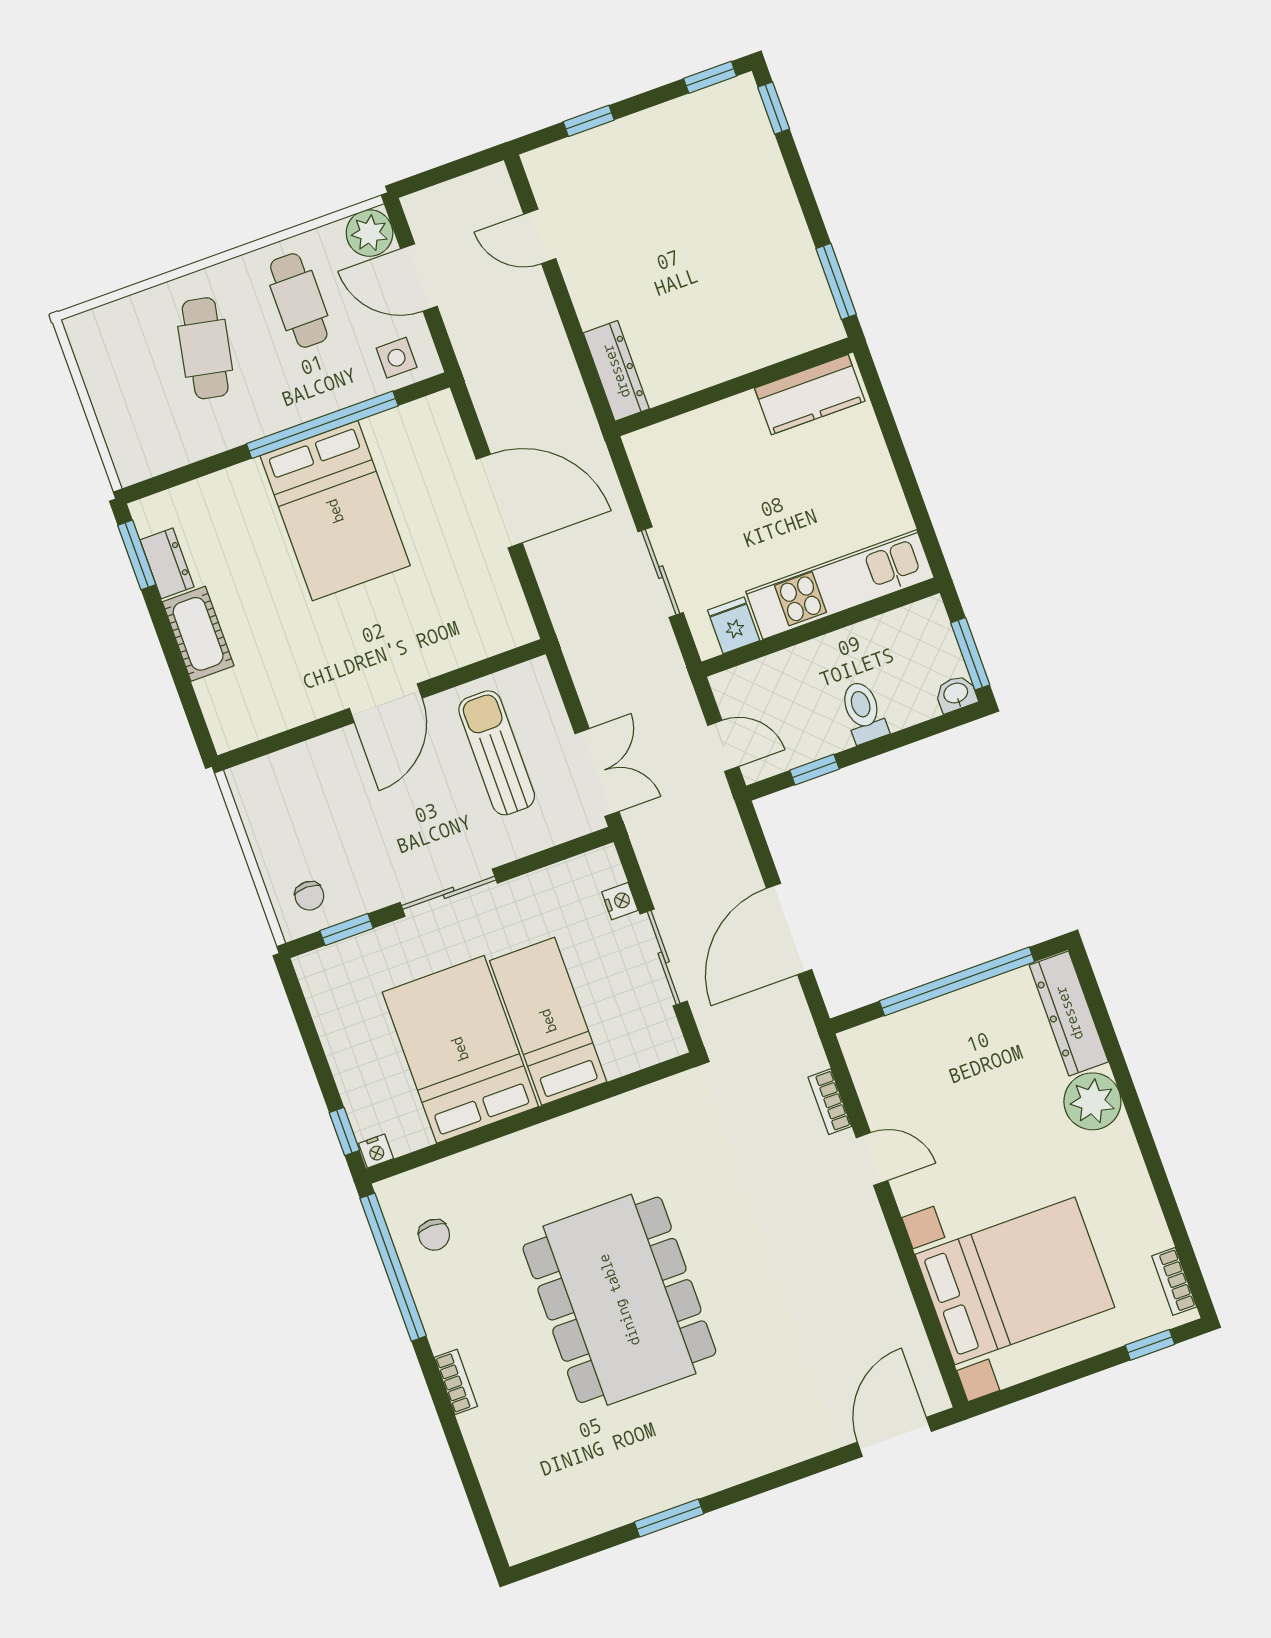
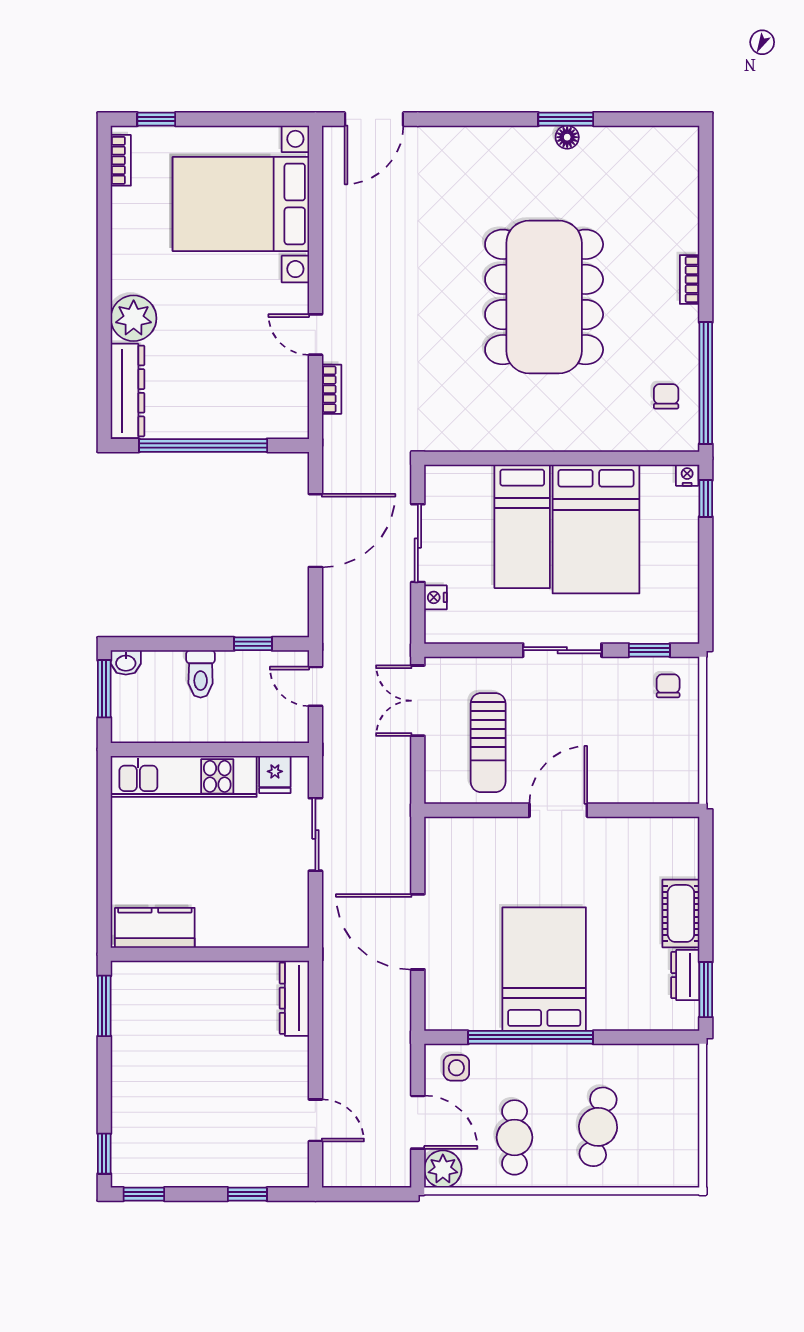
floor lamp: (660, 1497) -> (567, 137), added

